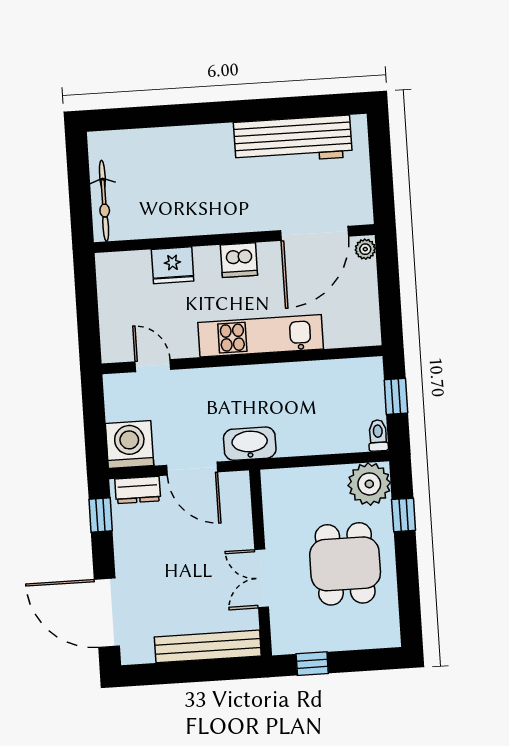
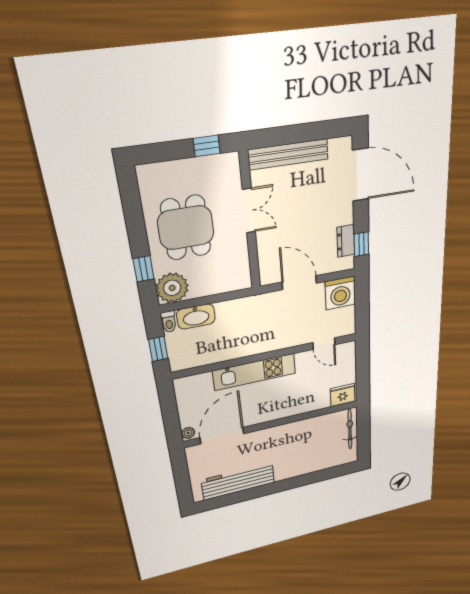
dishwasher: (239, 260) -> (270, 413), removed
fridge: (173, 265) -> (343, 395), moved
washbasin: (250, 444) -> (196, 317), moved
dresser: (138, 490) -> (346, 241), moved, turned -90

